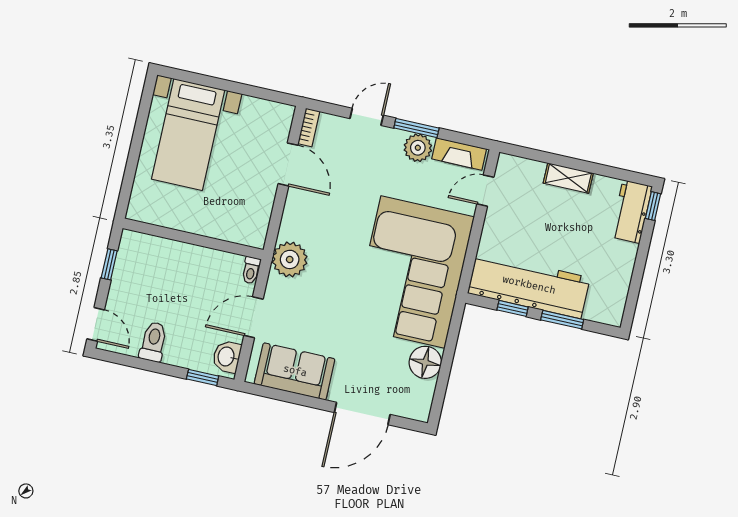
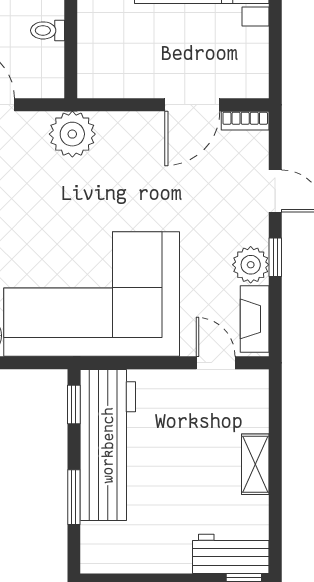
window: (416, 128) -> (275, 257), width x0.67
toilet: (251, 270) -> (48, 30), moved
window: (513, 308) -> (74, 404), moved

